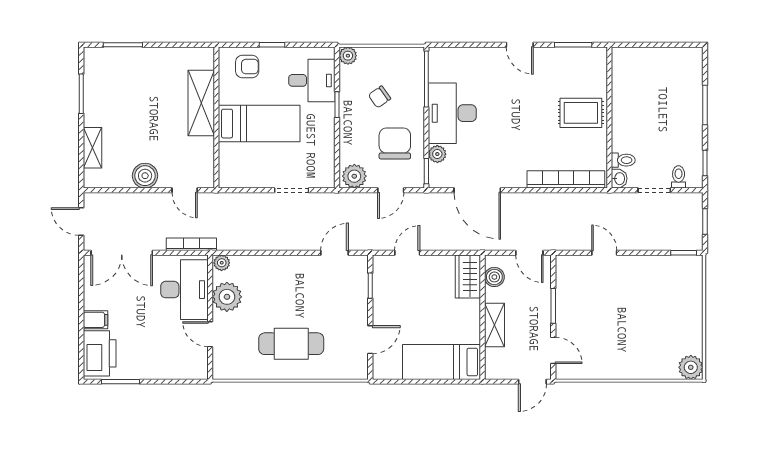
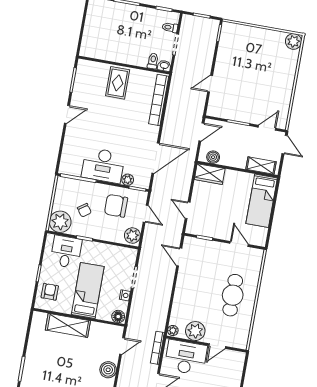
plant: (348, 56) -> (60, 222), width x1.88, depth x1.88
floor lamp: (228, 177) -> (118, 317), added
nightstand: (262, 181) -> (125, 295), added
shelving: (495, 325) -> (261, 166), moved

